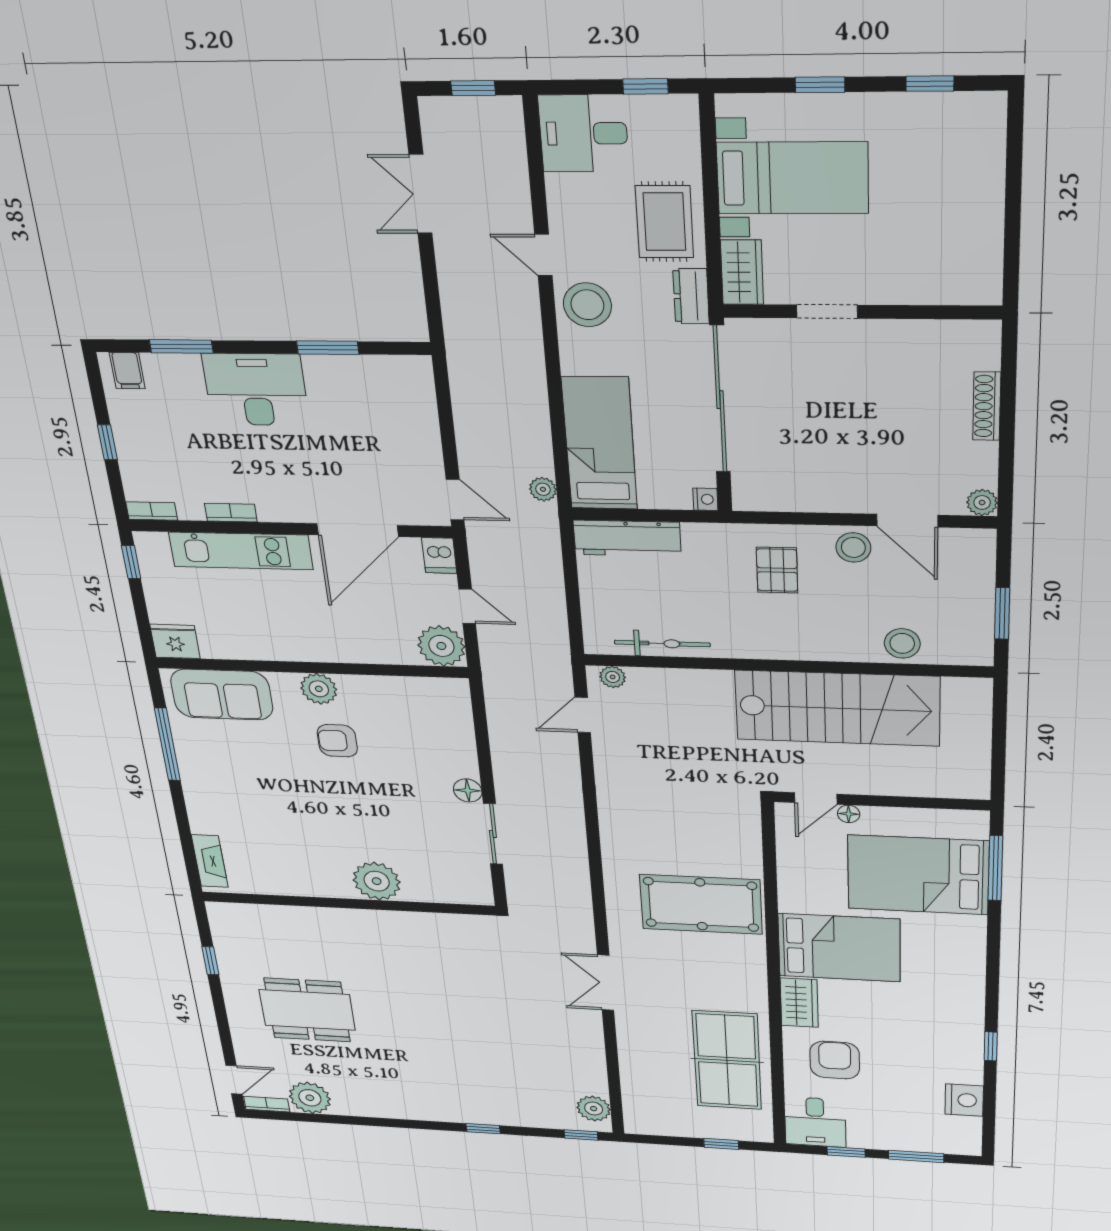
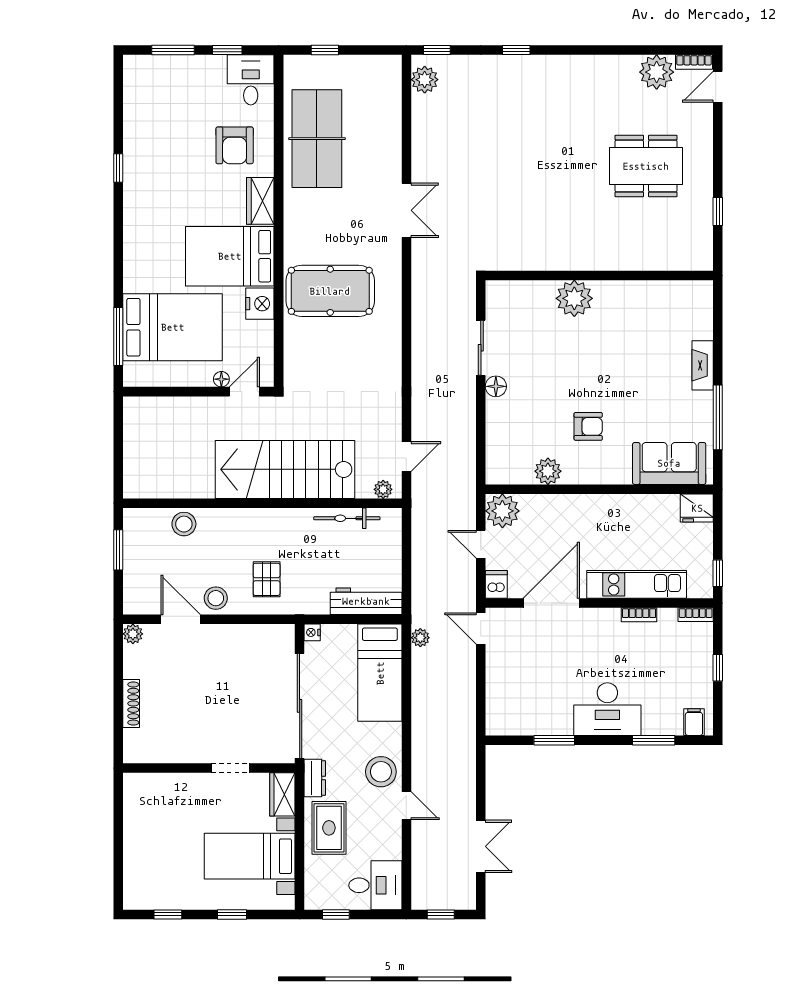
plant: (319, 689) -> (548, 471), moved
stairs: (837, 708) -> (285, 469), moved
fireplace: (210, 861) -> (703, 365), moved
nightstand: (964, 1100) -> (260, 304), moved, turned 180

